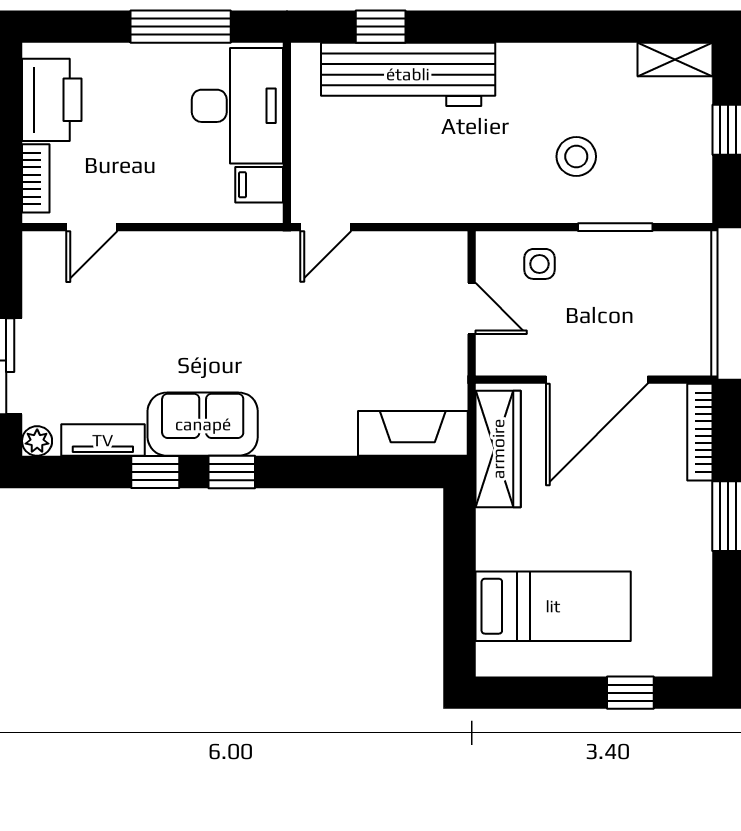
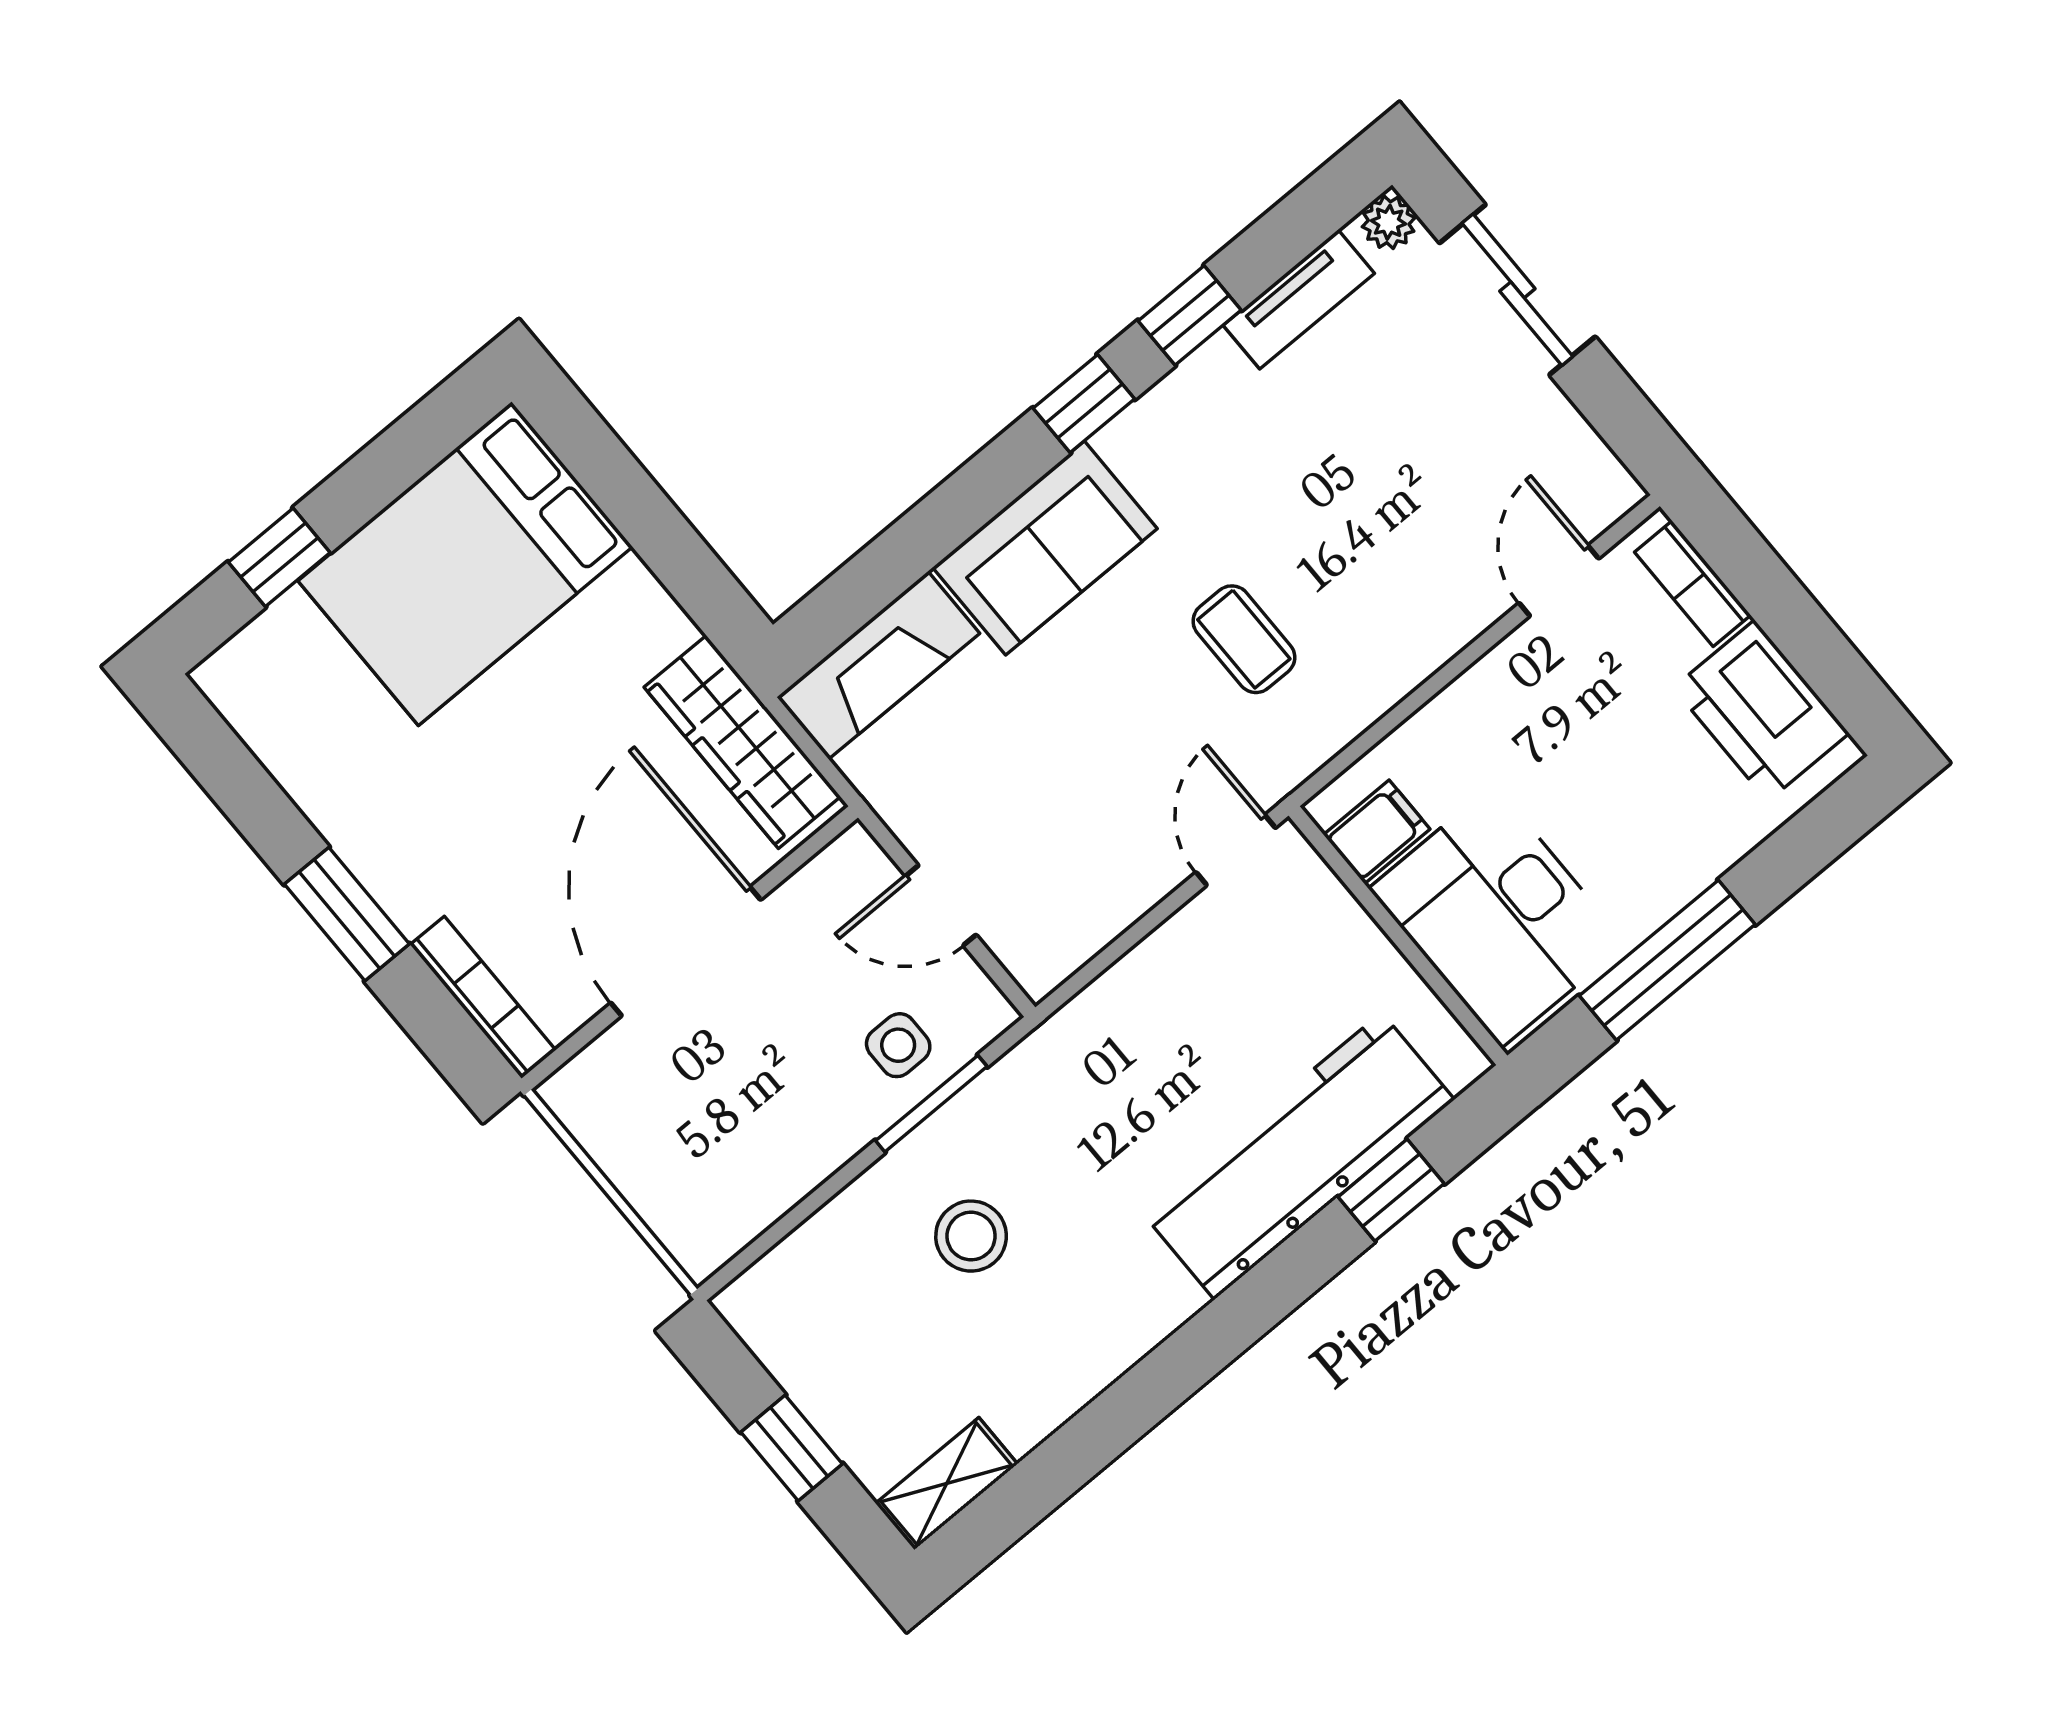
window: (615, 227) -> (931, 1104), moved
coffee table: (247, 314) -> (1244, 639), added
sofa: (203, 424) -> (1045, 548), moved
bed: (553, 606) -> (465, 564), width x1.50

